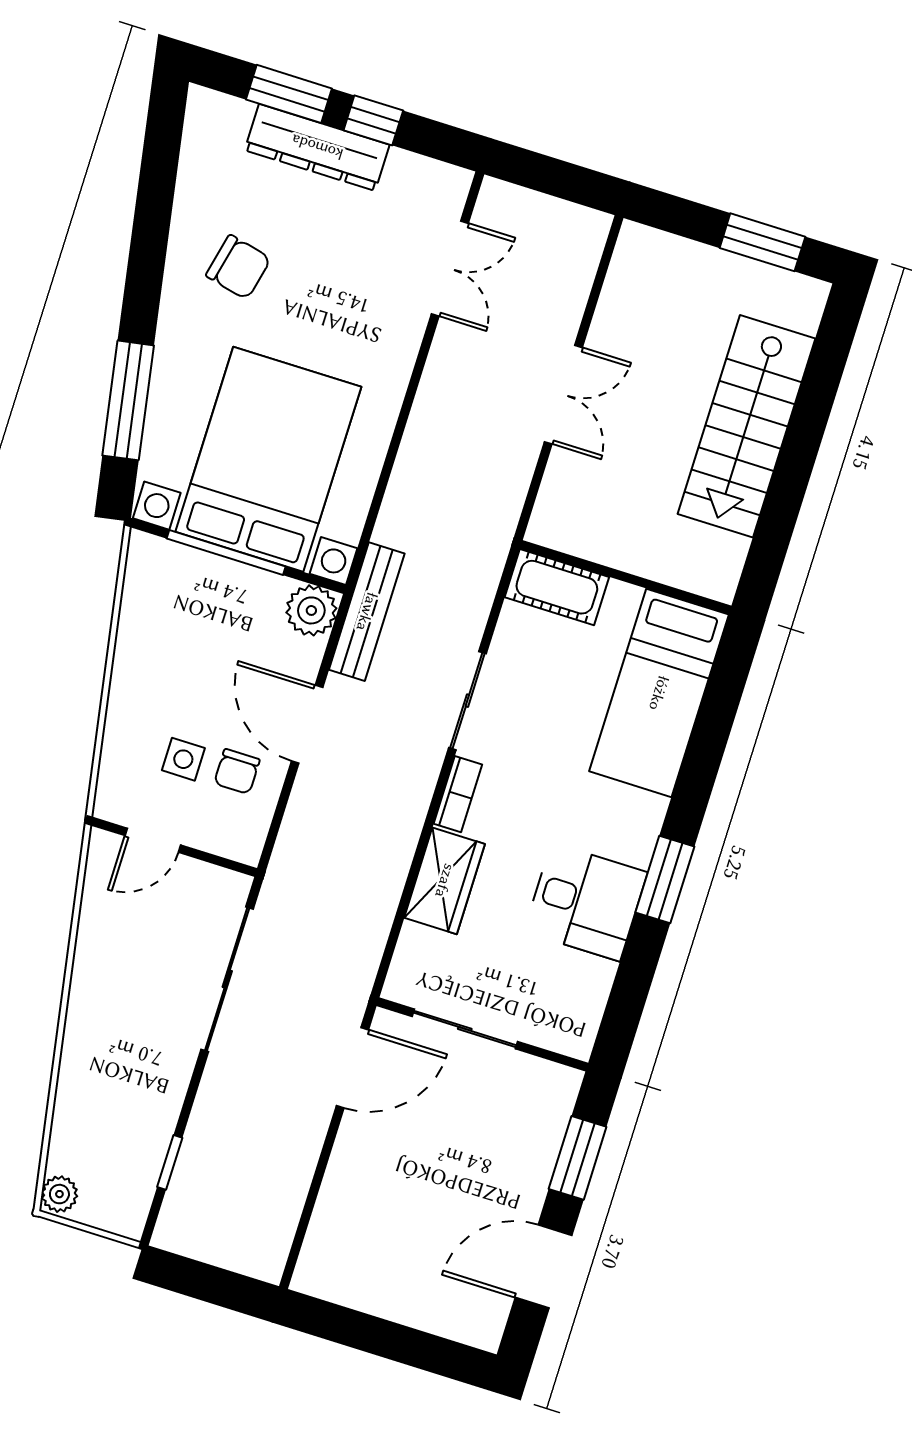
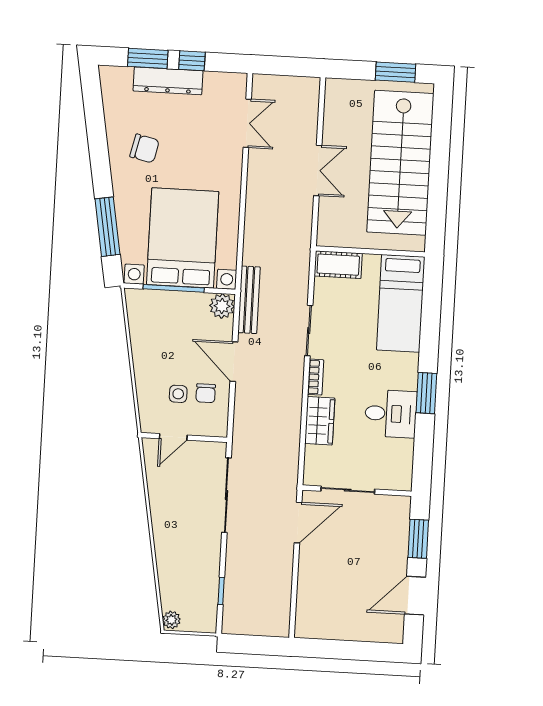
stairs: (746, 426) -> (400, 163), width x1.36, depth x1.51

